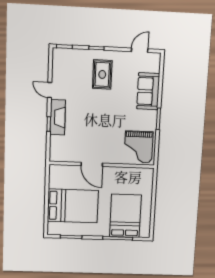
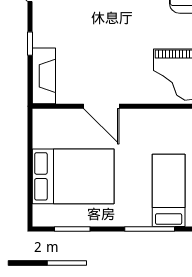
fireplace: (58, 117) -> (44, 76), moved
bed: (125, 216) -> (169, 190), width x0.67

